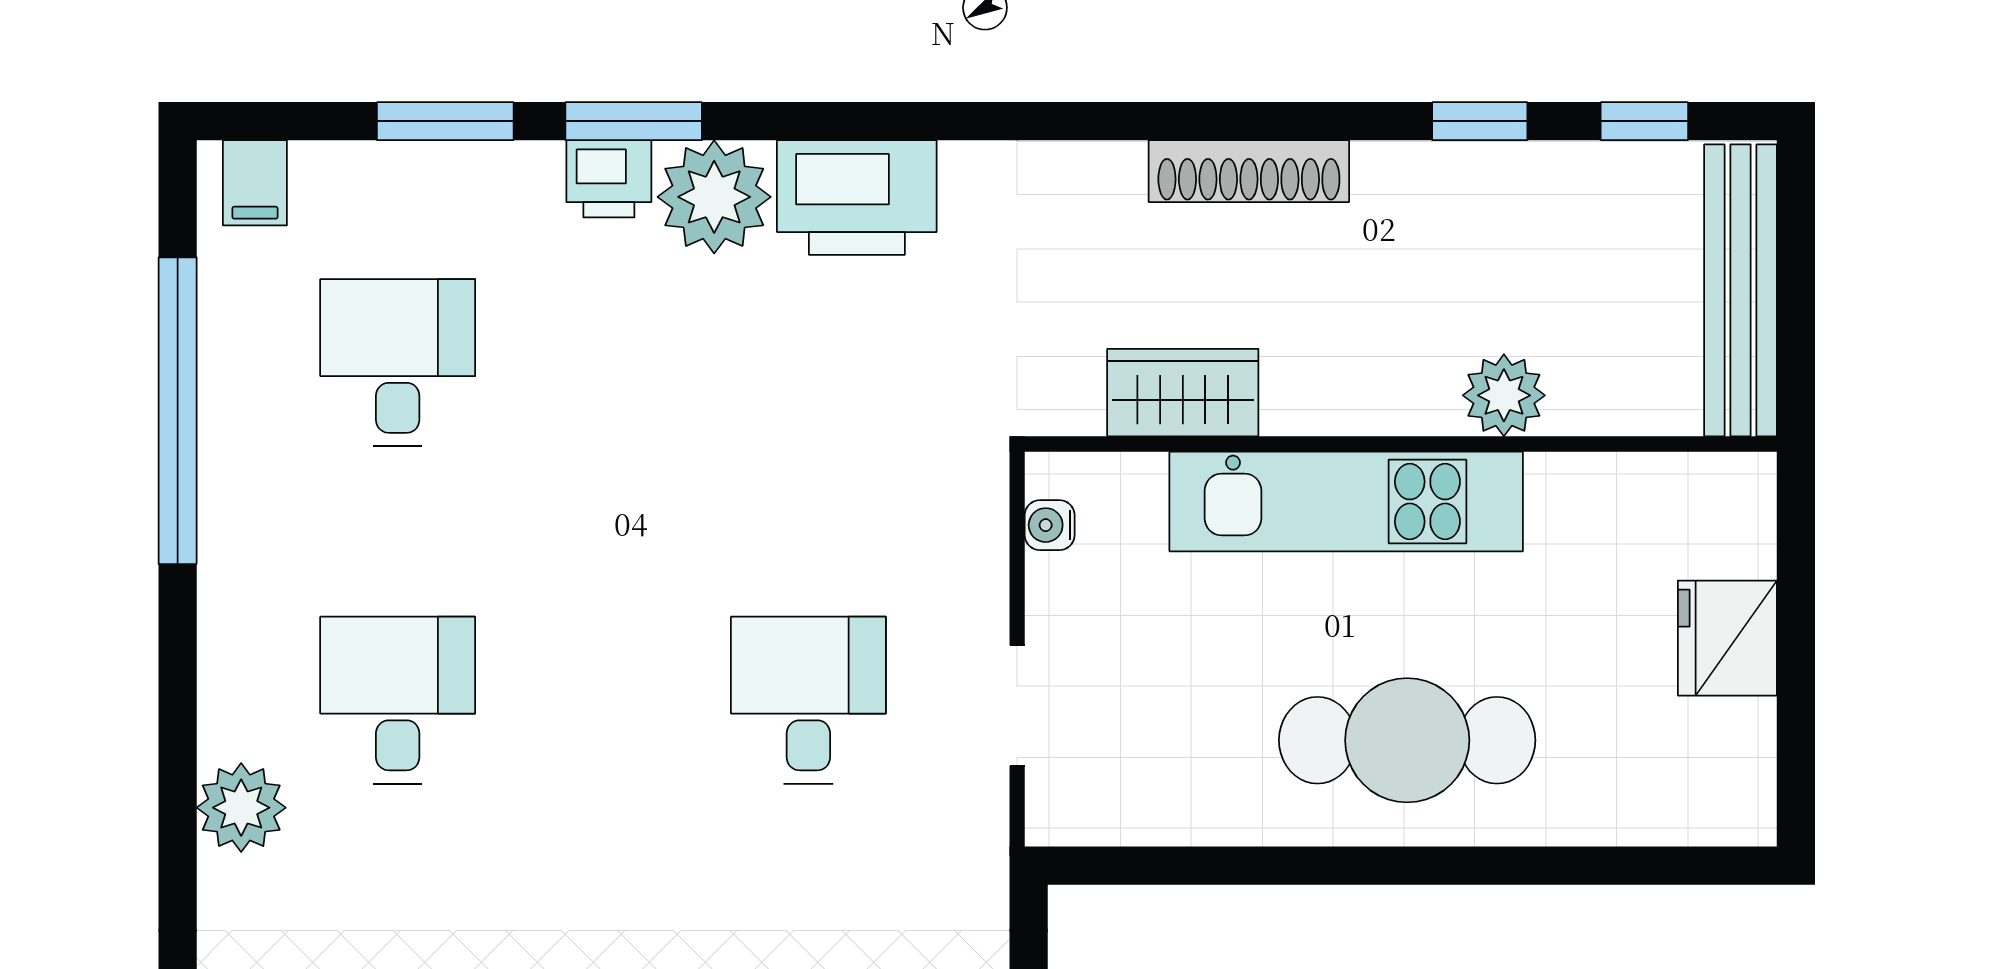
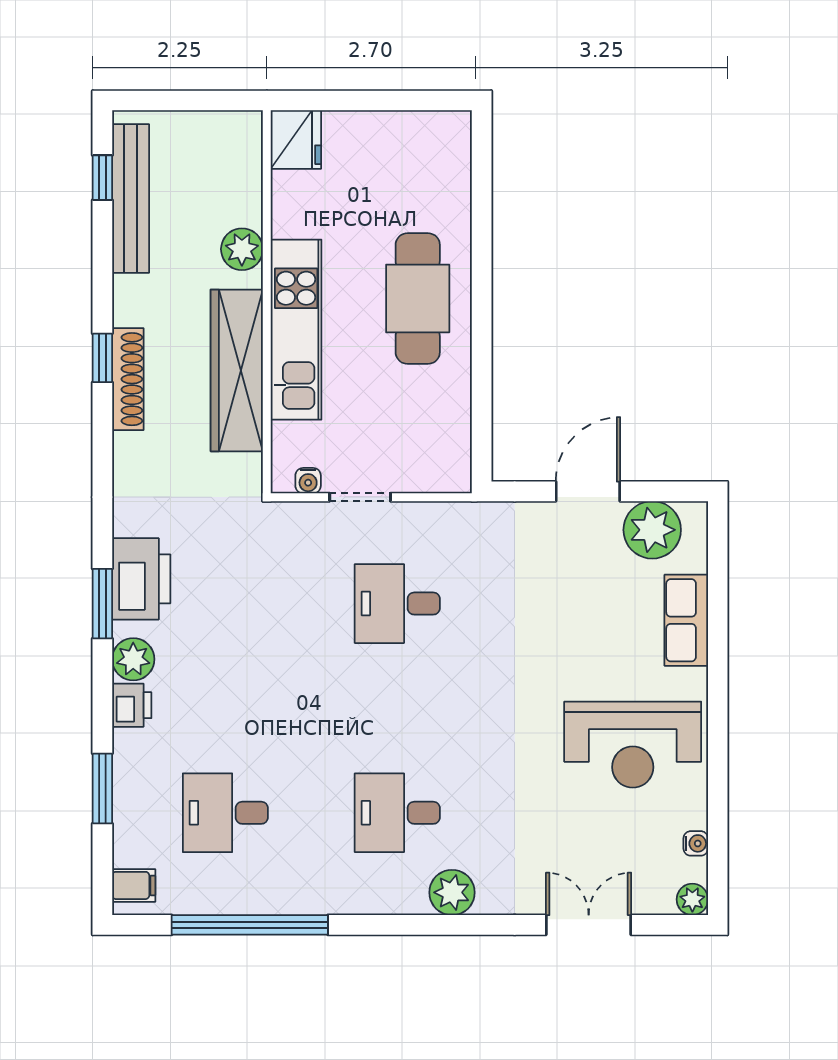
window: (634, 121) -> (102, 604), moved
window: (1480, 121) -> (102, 358), moved
plant: (714, 197) -> (133, 659), width x0.73, depth x0.73
bench: (1741, 290) -> (131, 199), moved, turned 90
wardrobe: (1183, 393) -> (237, 370), width x2.10, depth x1.17
fridge: (1727, 638) -> (296, 139), moved, turned -90
doorway: (1017, 706) -> (360, 497), moved

